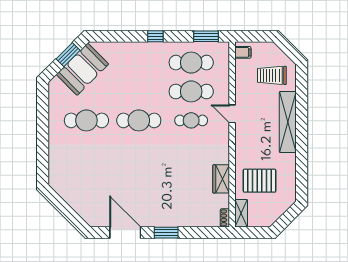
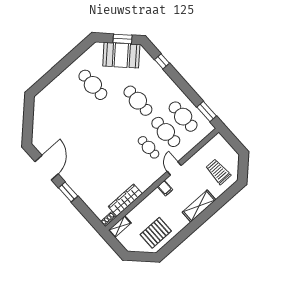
window: (155, 36) -> (162, 61), moved
filing cabinet: (243, 52) -> (165, 188), moved
cafe table: (139, 120) -> (138, 101), moved
shelving: (288, 122) -> (199, 206), width x0.68
wardrobe: (221, 179) -> (125, 200), width x1.50
pallet: (260, 181) -> (156, 233), moved, turned 90

